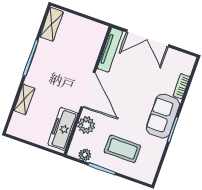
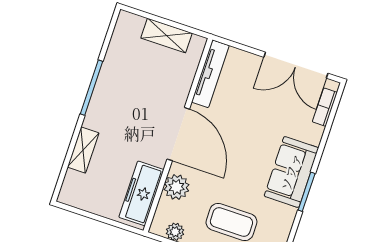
shelving: (52, 24) -> (166, 35), moved, turned 90
double door: (148, 38) -> (296, 65), moved
bookcase: (181, 86) -> (325, 107), moved

